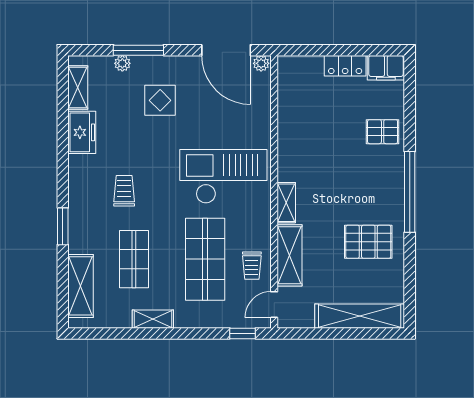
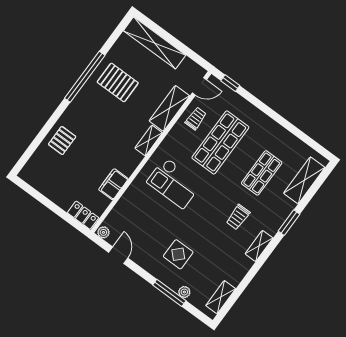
door: (226, 50) -> (118, 255), width x0.53
locker: (345, 66) -> (83, 215), moved
filing cabinet: (386, 68) -> (113, 184), moved, turned -90
freezer: (82, 132) -> (238, 269), removed
pallet: (383, 132) -> (62, 140), turned 90
checkout: (223, 176) -> (174, 183), width x0.73, depth x0.83
window: (410, 192) -> (85, 77), moved
shelving: (153, 319) -> (259, 246), moved, turned 90

